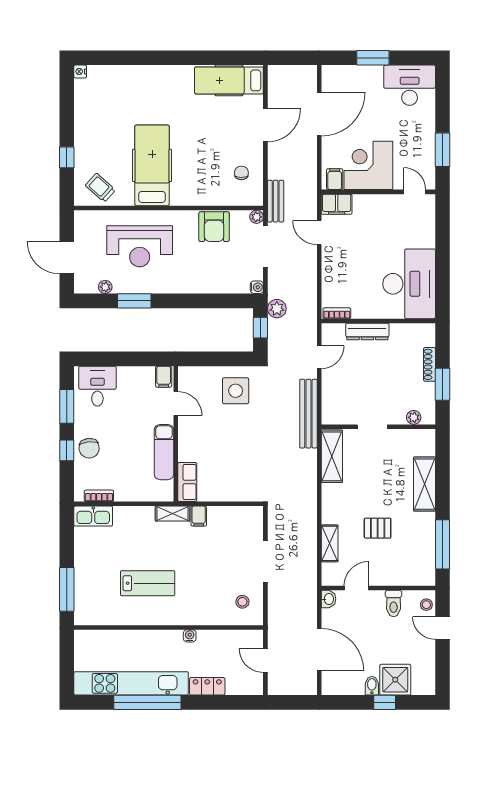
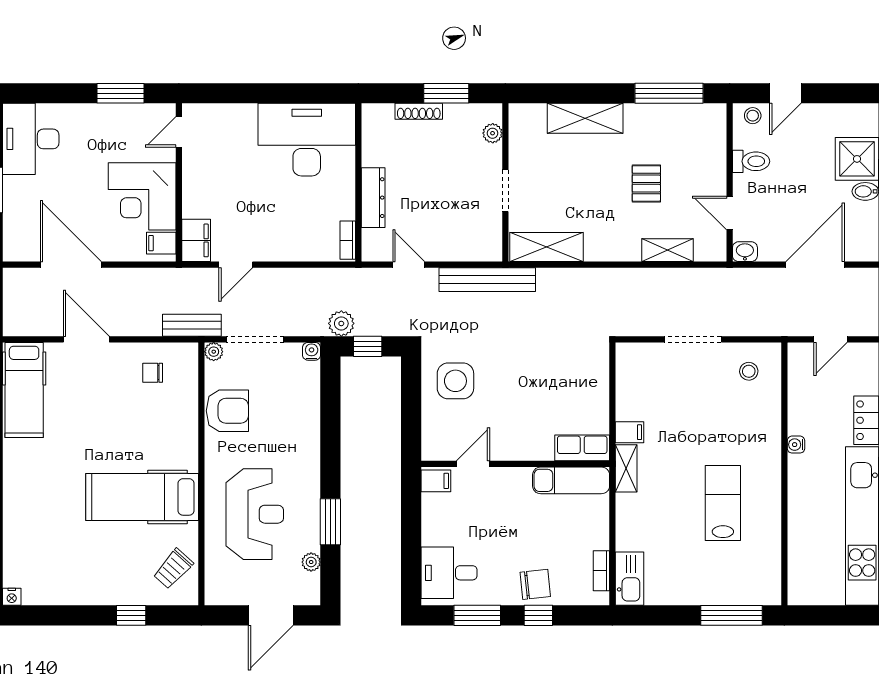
exam couch: (164, 452) -> (571, 480), moved

